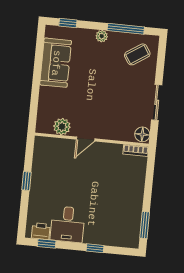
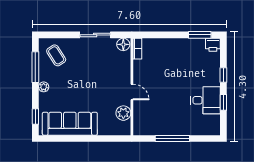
sofa: (56, 63) -> (70, 124), width x1.36
window: (26, 181) -> (172, 139), width x2.17
printer: (41, 231) -> (213, 45), moved, turned -90
window: (47, 243) -> (223, 102), moved

